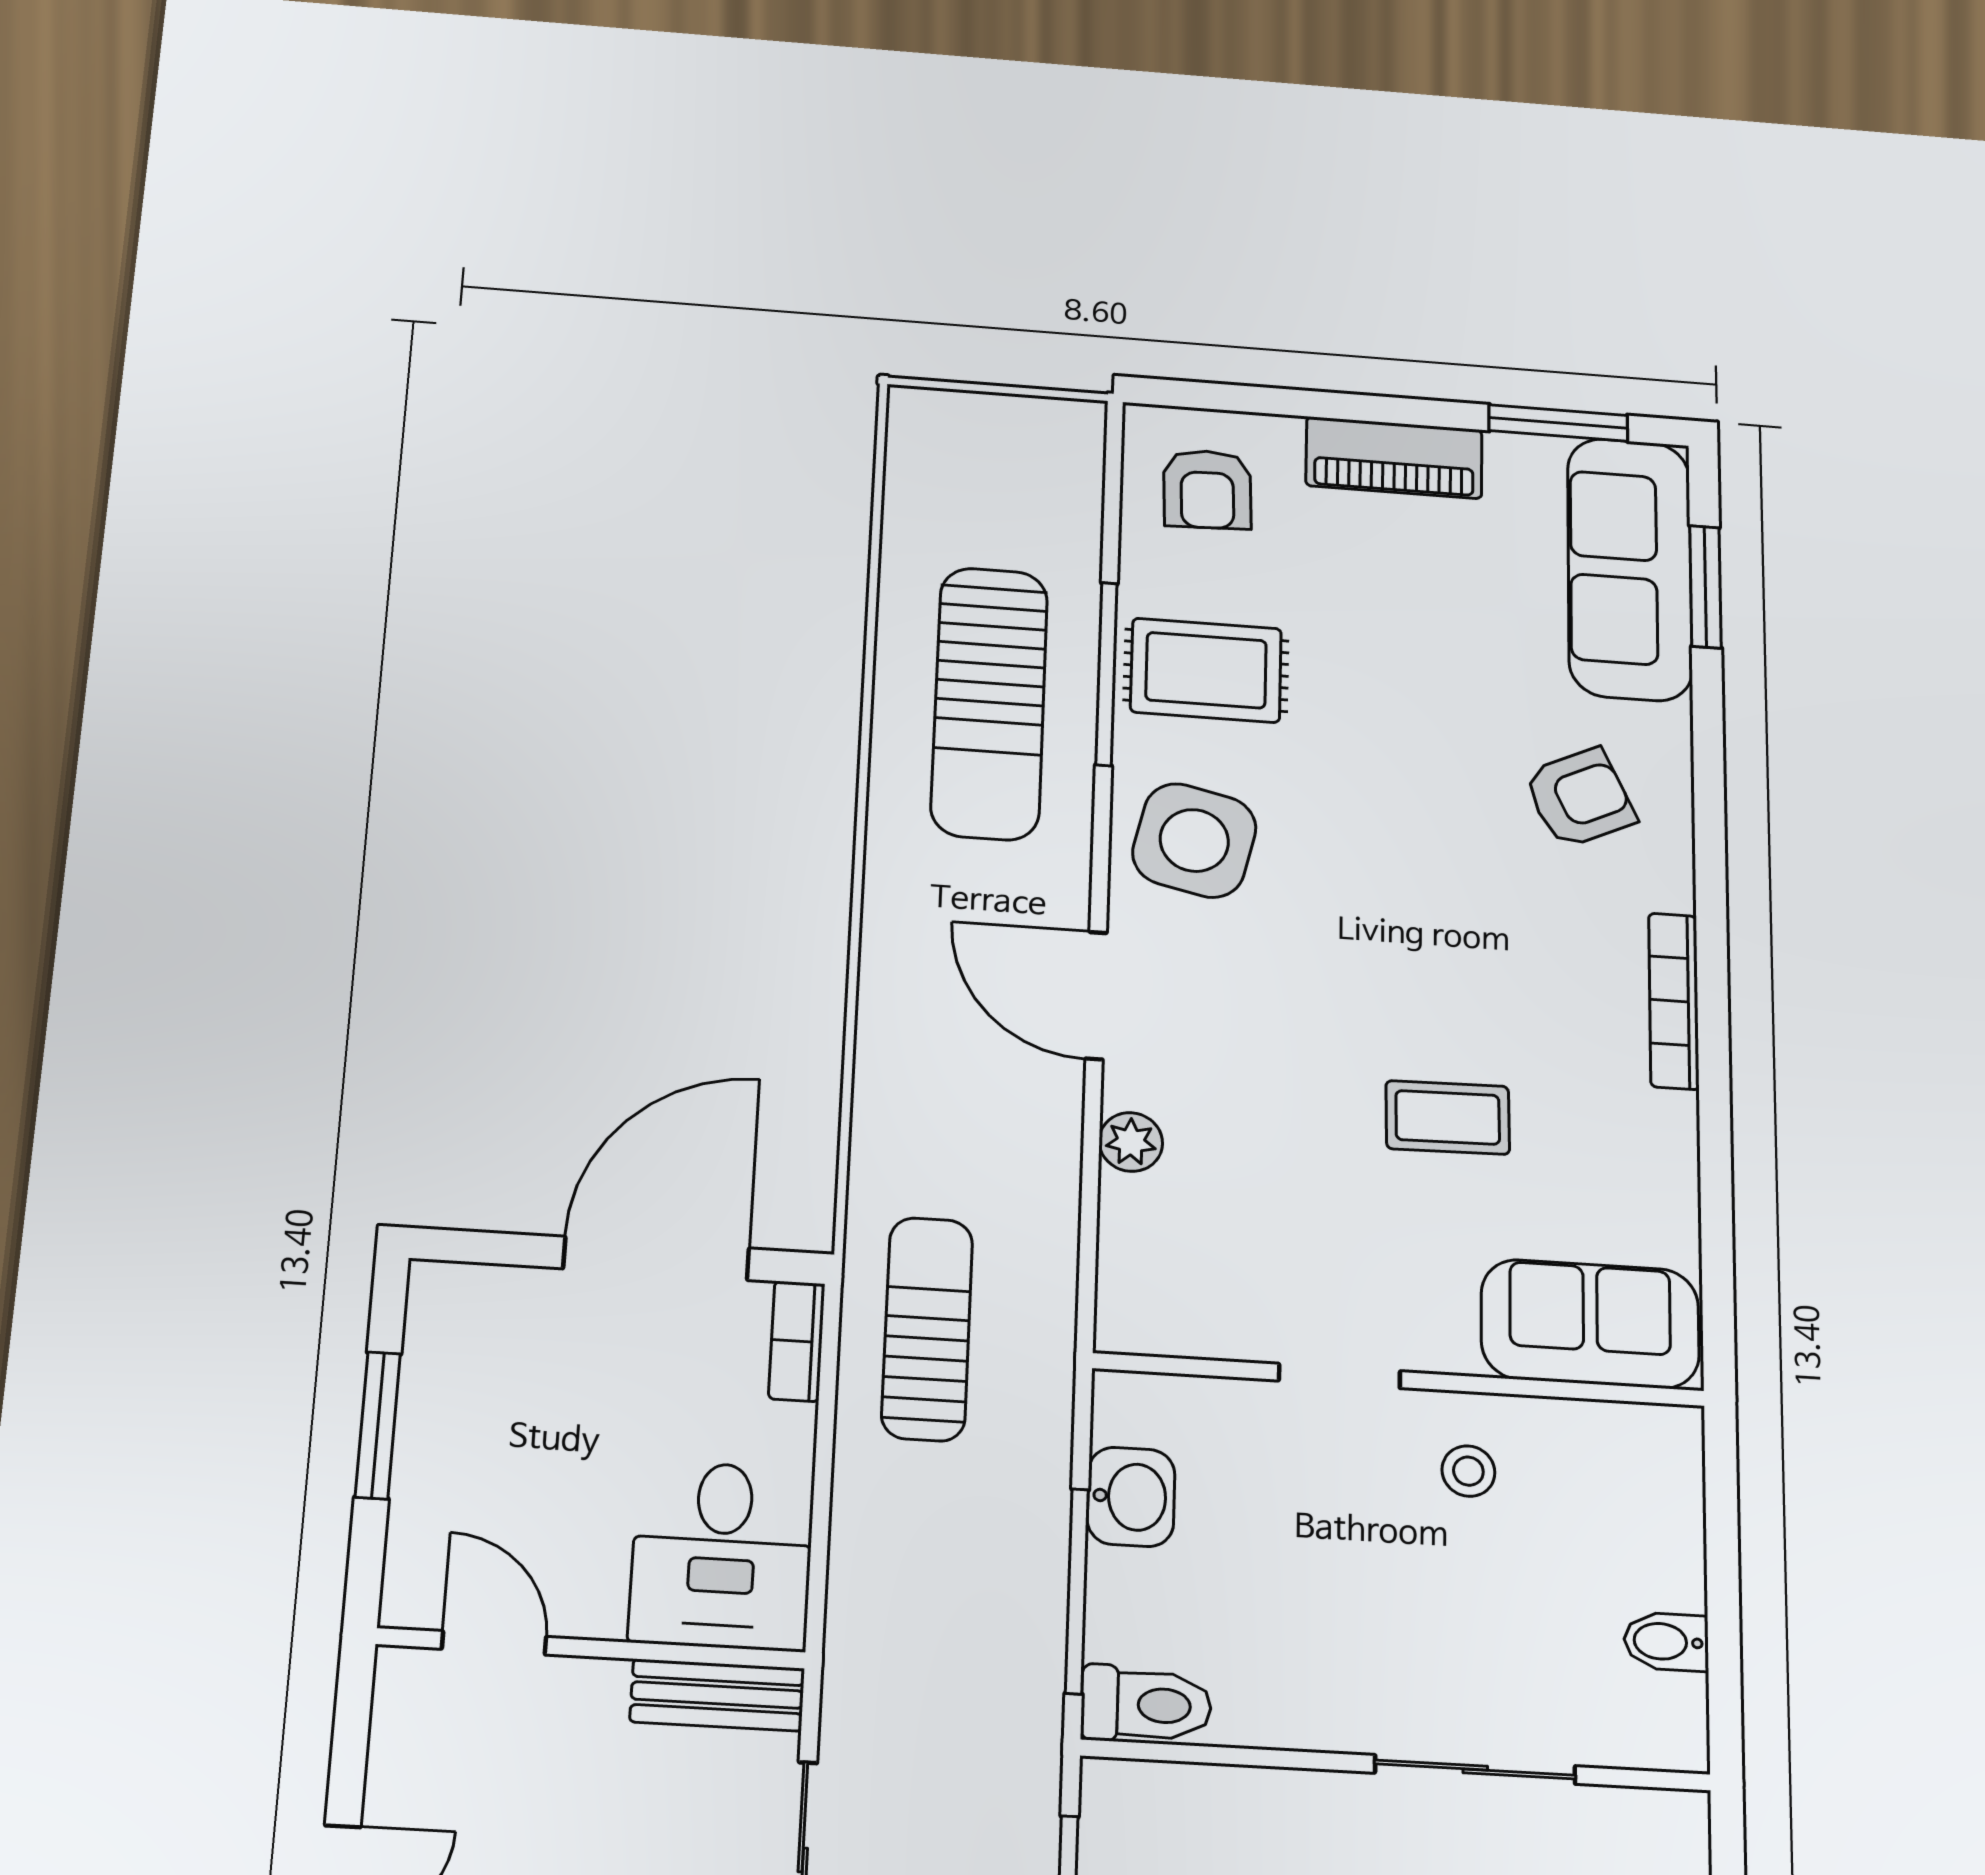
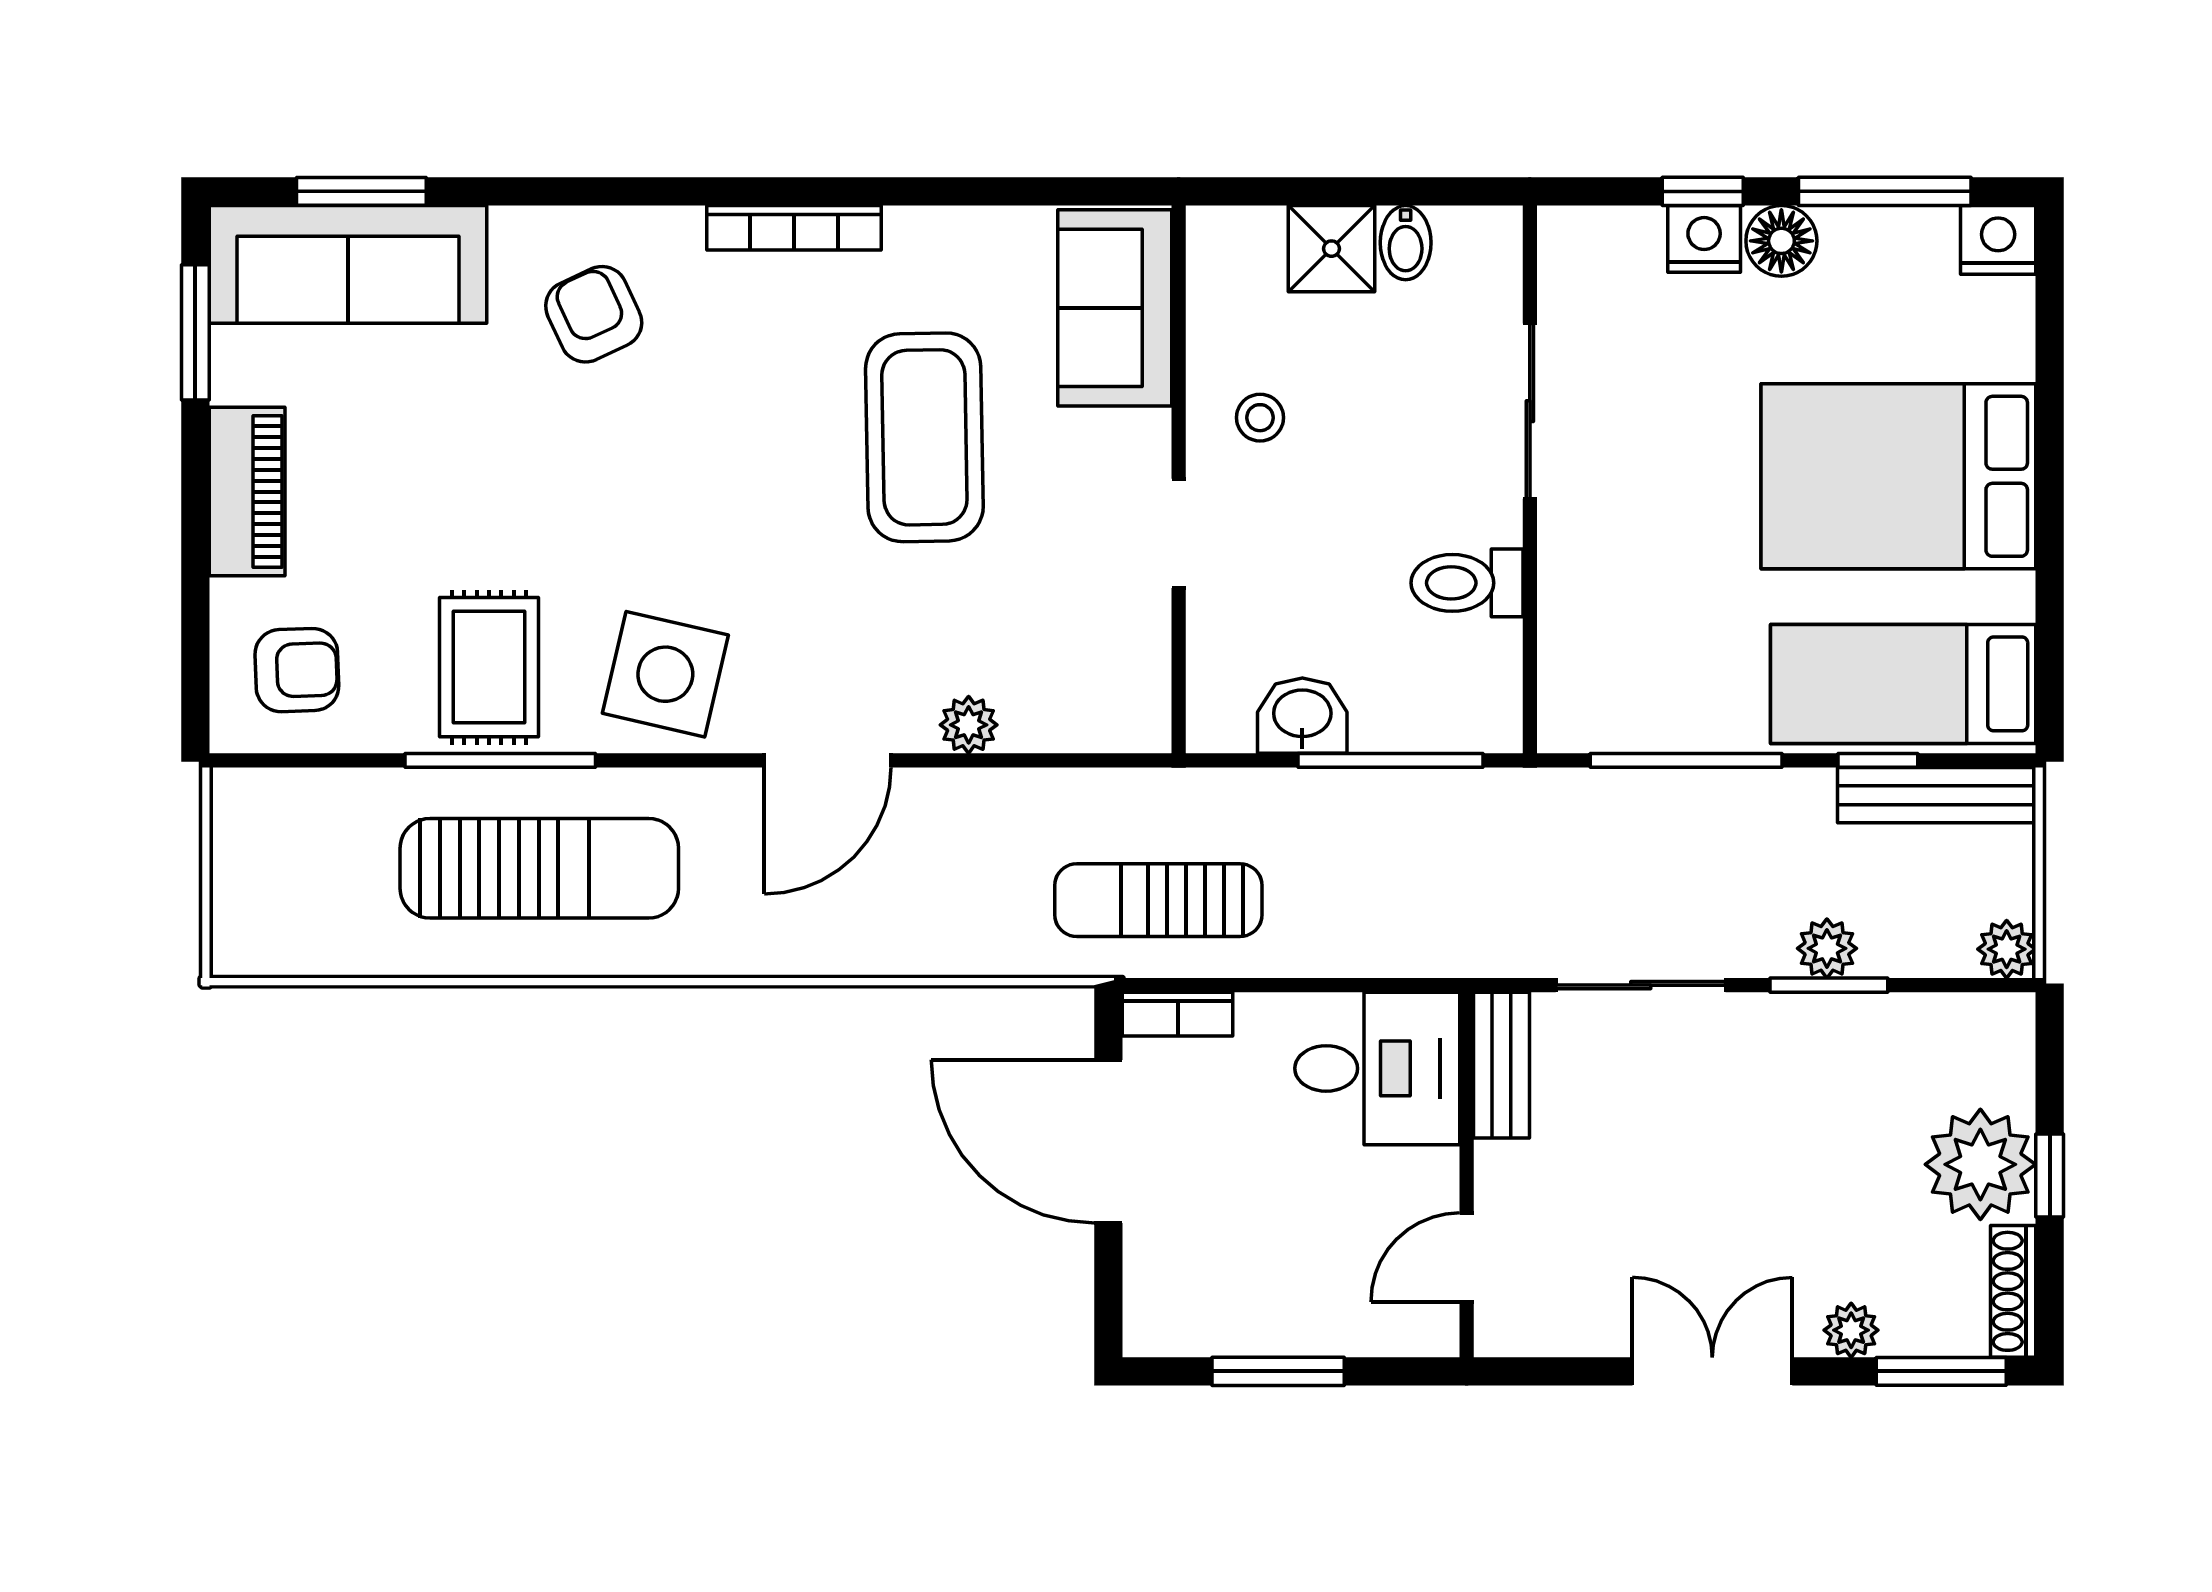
coffee table: (1448, 1117) -> (924, 437), width x1.86, depth x1.72
shower: (1658, 1560) -> (1332, 249), added
toilet: (1146, 1705) -> (1467, 583), moved, turned -90

